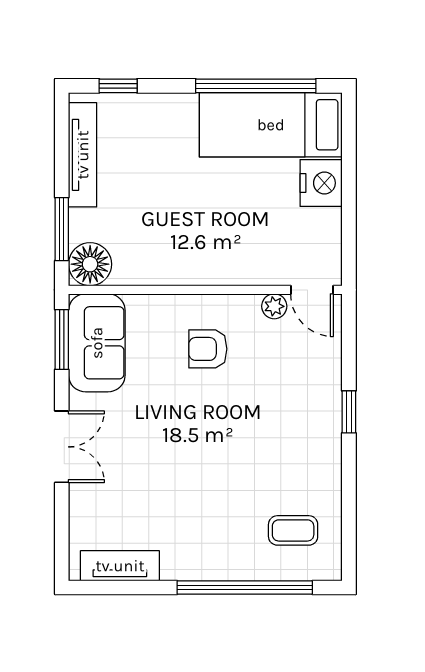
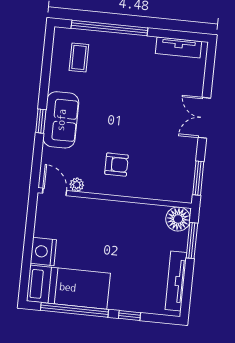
window: (118, 86) -> (130, 315), moved
sofa: (97, 343) -> (61, 120), moved, turned 180
coffee table: (293, 530) -> (79, 57), turned 90

